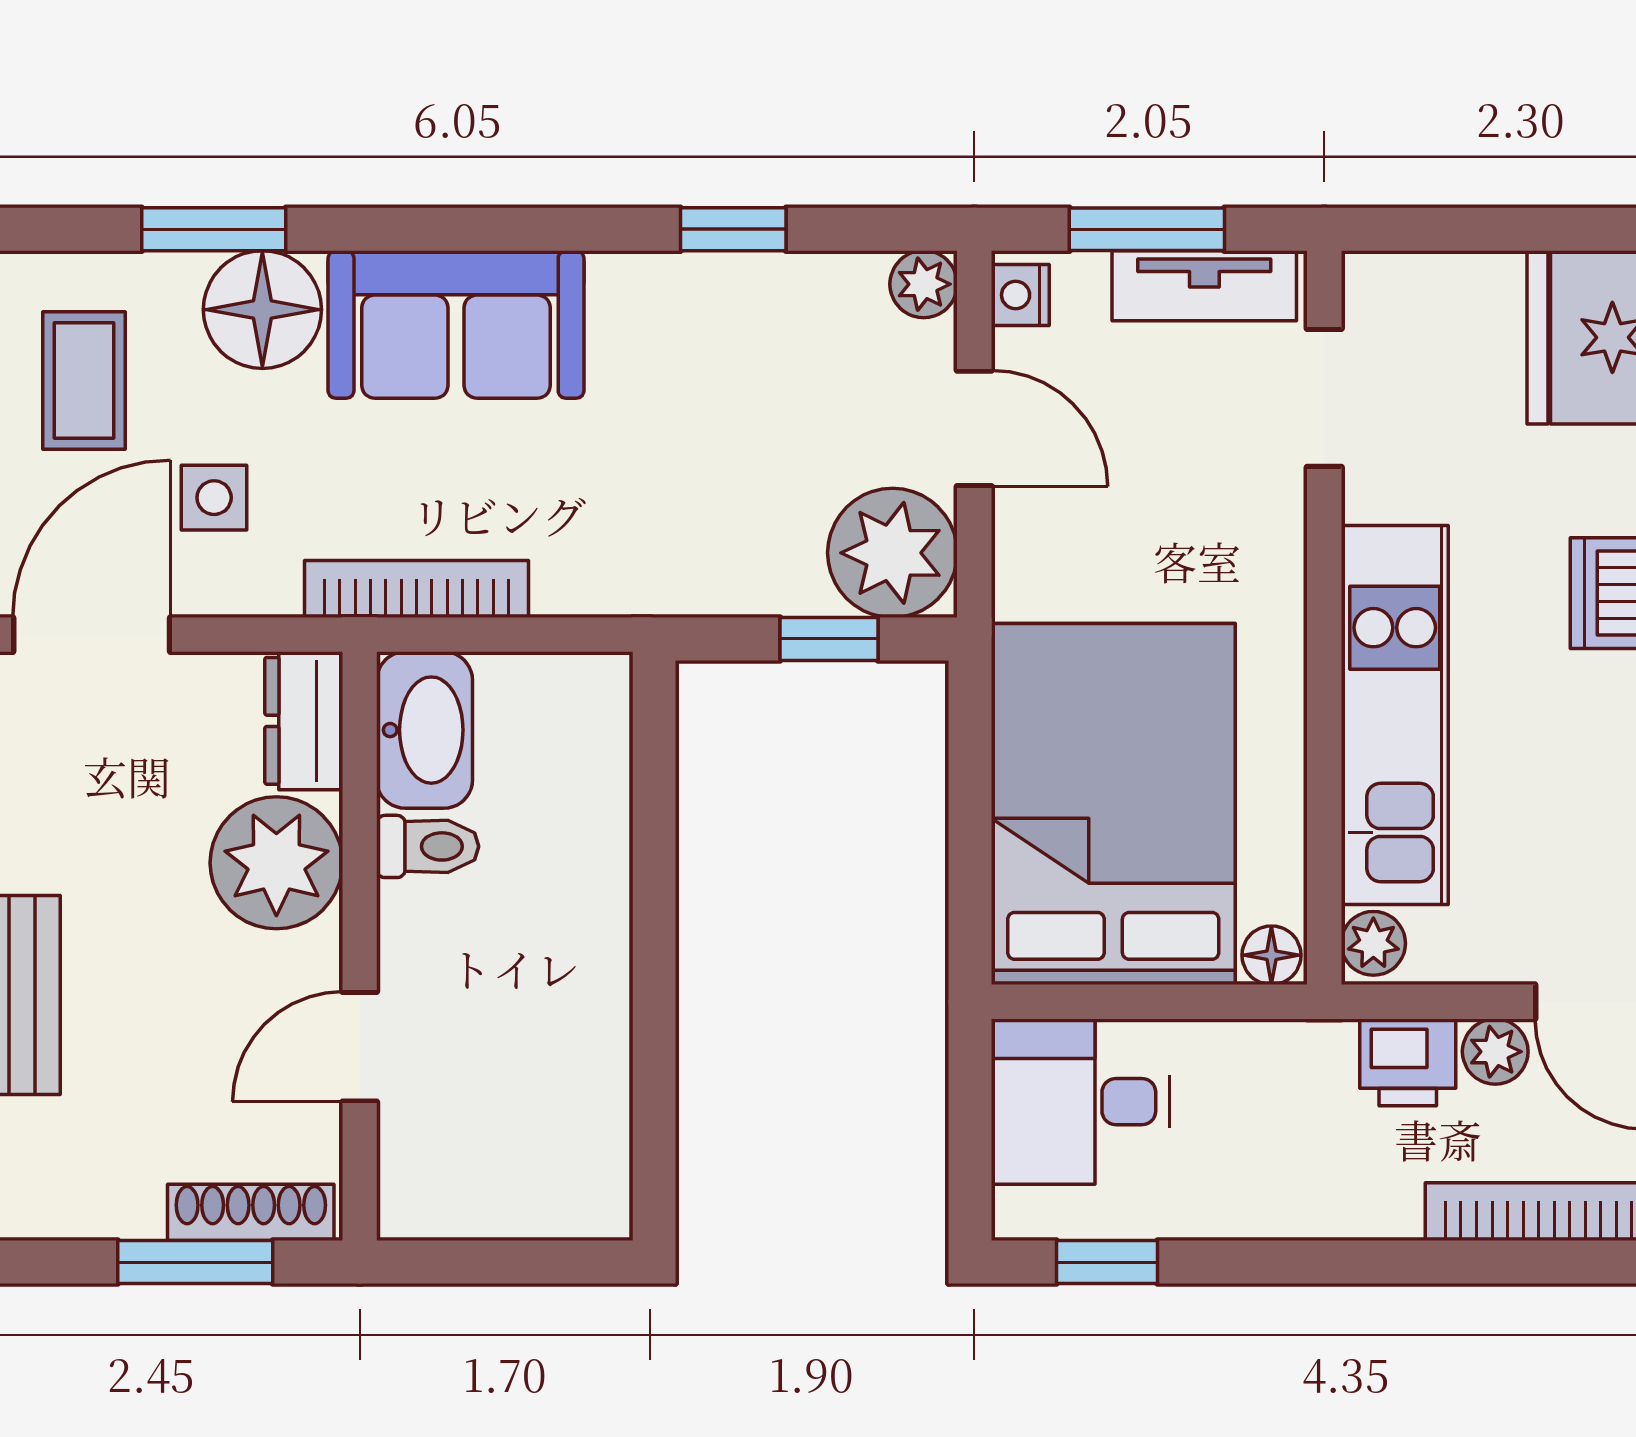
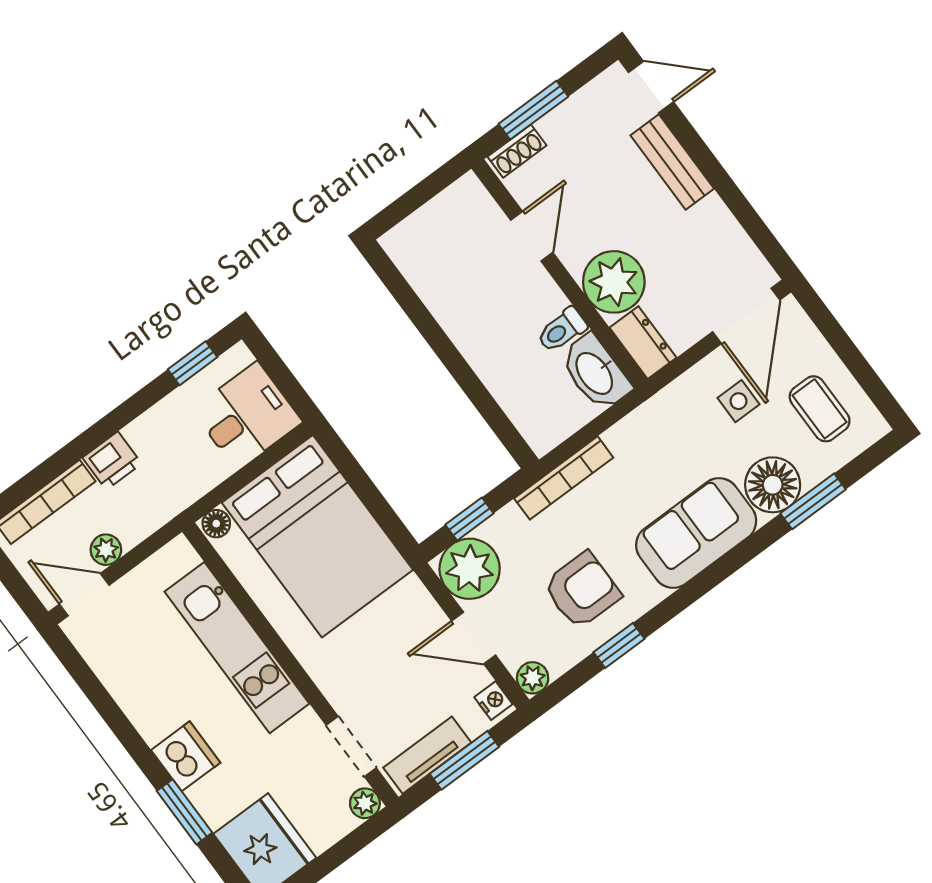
armchair: (726, 372) -> (582, 590), added
bookcase: (417, 589) -> (564, 478), moved
plant: (1373, 943) -> (365, 803), moved
printer: (1408, 1062) -> (112, 461), moved, turned 180
shoe rack: (251, 1212) -> (517, 151), width x0.70

